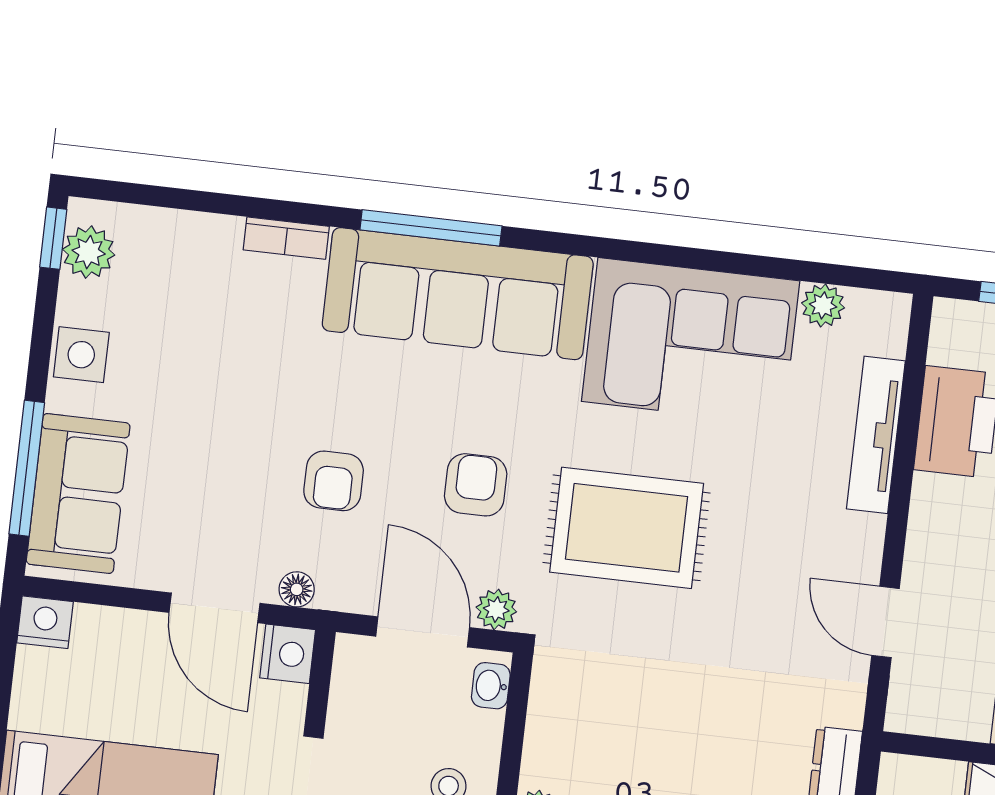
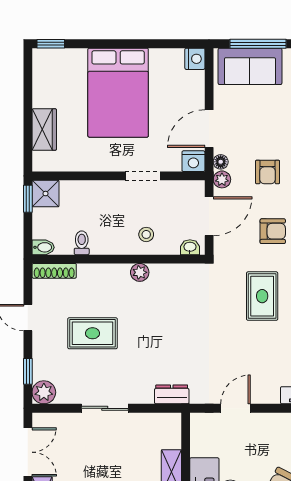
armchair: (334, 481) -> (268, 172), turned -90
rug: (627, 528) -> (262, 296), width x0.73, depth x0.70
plant: (496, 609) -> (222, 179), moved

